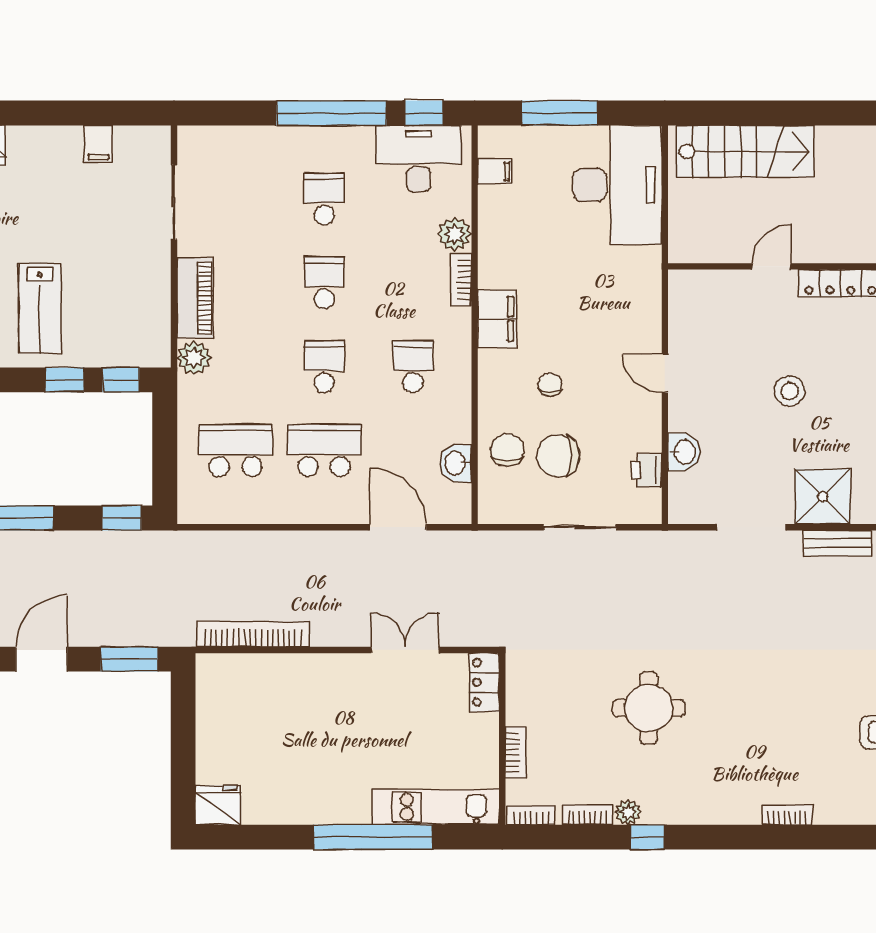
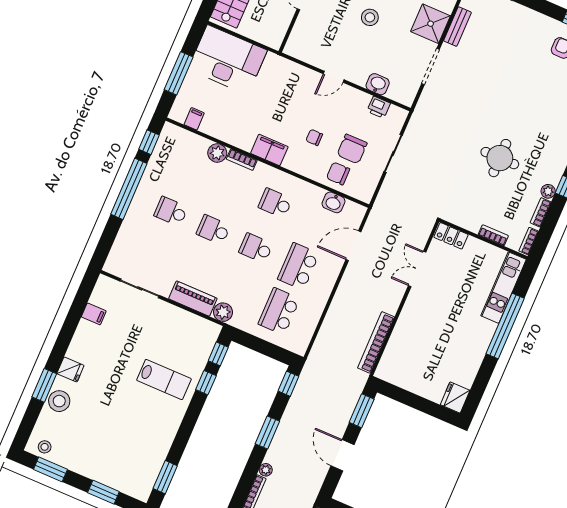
desk: (419, 159) -> (171, 155), removed

